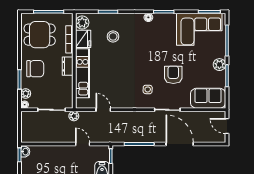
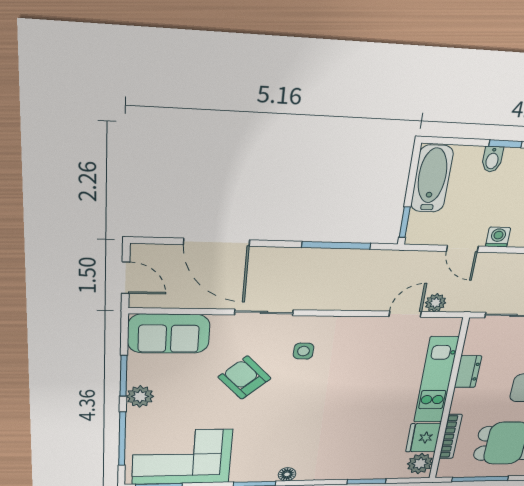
stool: (113, 36) -> (363, 442), removed
dresser: (68, 66) -> (468, 372), moved
armchair: (173, 75) -> (244, 378), turned 137
door: (103, 110) -> (405, 314), swing flipped
plant: (74, 116) -> (436, 303), moved
door: (180, 144) -> (217, 242), moved
washing machine: (67, 150) -> (498, 237), added

